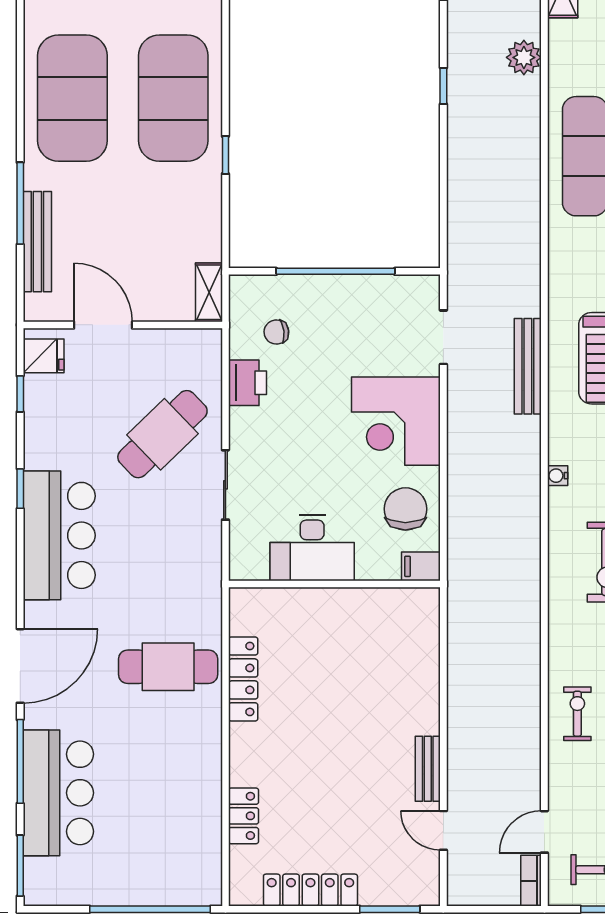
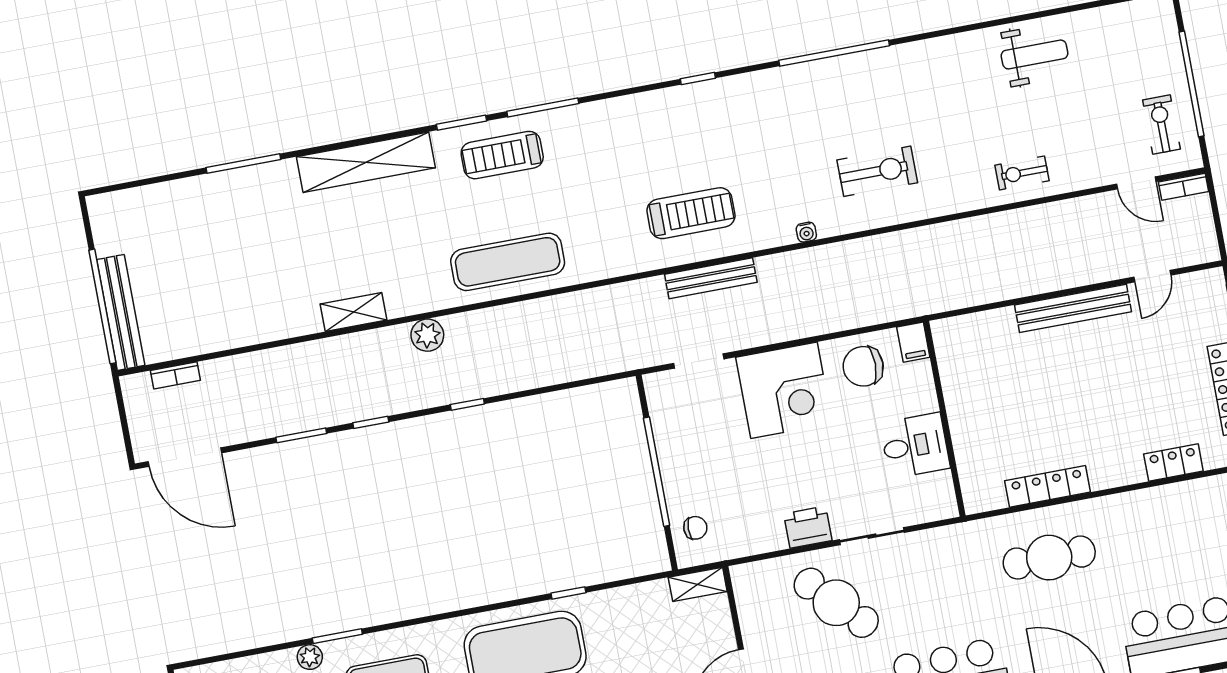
chair: (276, 332) -> (695, 528), moved, turned -83
printer: (247, 383) -> (808, 527), moved
desk: (312, 548) -> (915, 446), width x0.73
cafe table: (168, 667) -> (1049, 558), turned 90
bench: (428, 769) -> (1073, 308), width x1.86, depth x1.21

